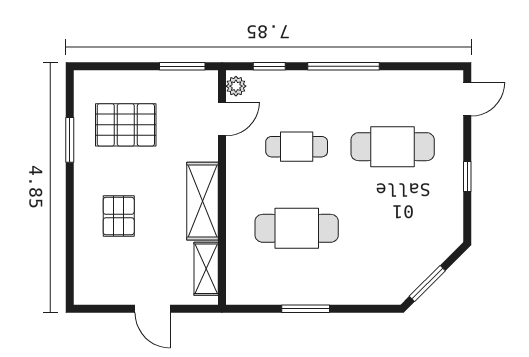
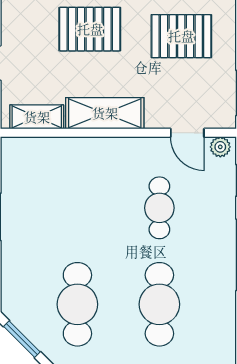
pallet: (126, 125) -> (181, 36), turned 90
pallet: (119, 216) -> (90, 29), width x1.50, depth x1.42
cafe table: (297, 228) -> (77, 304), moved

